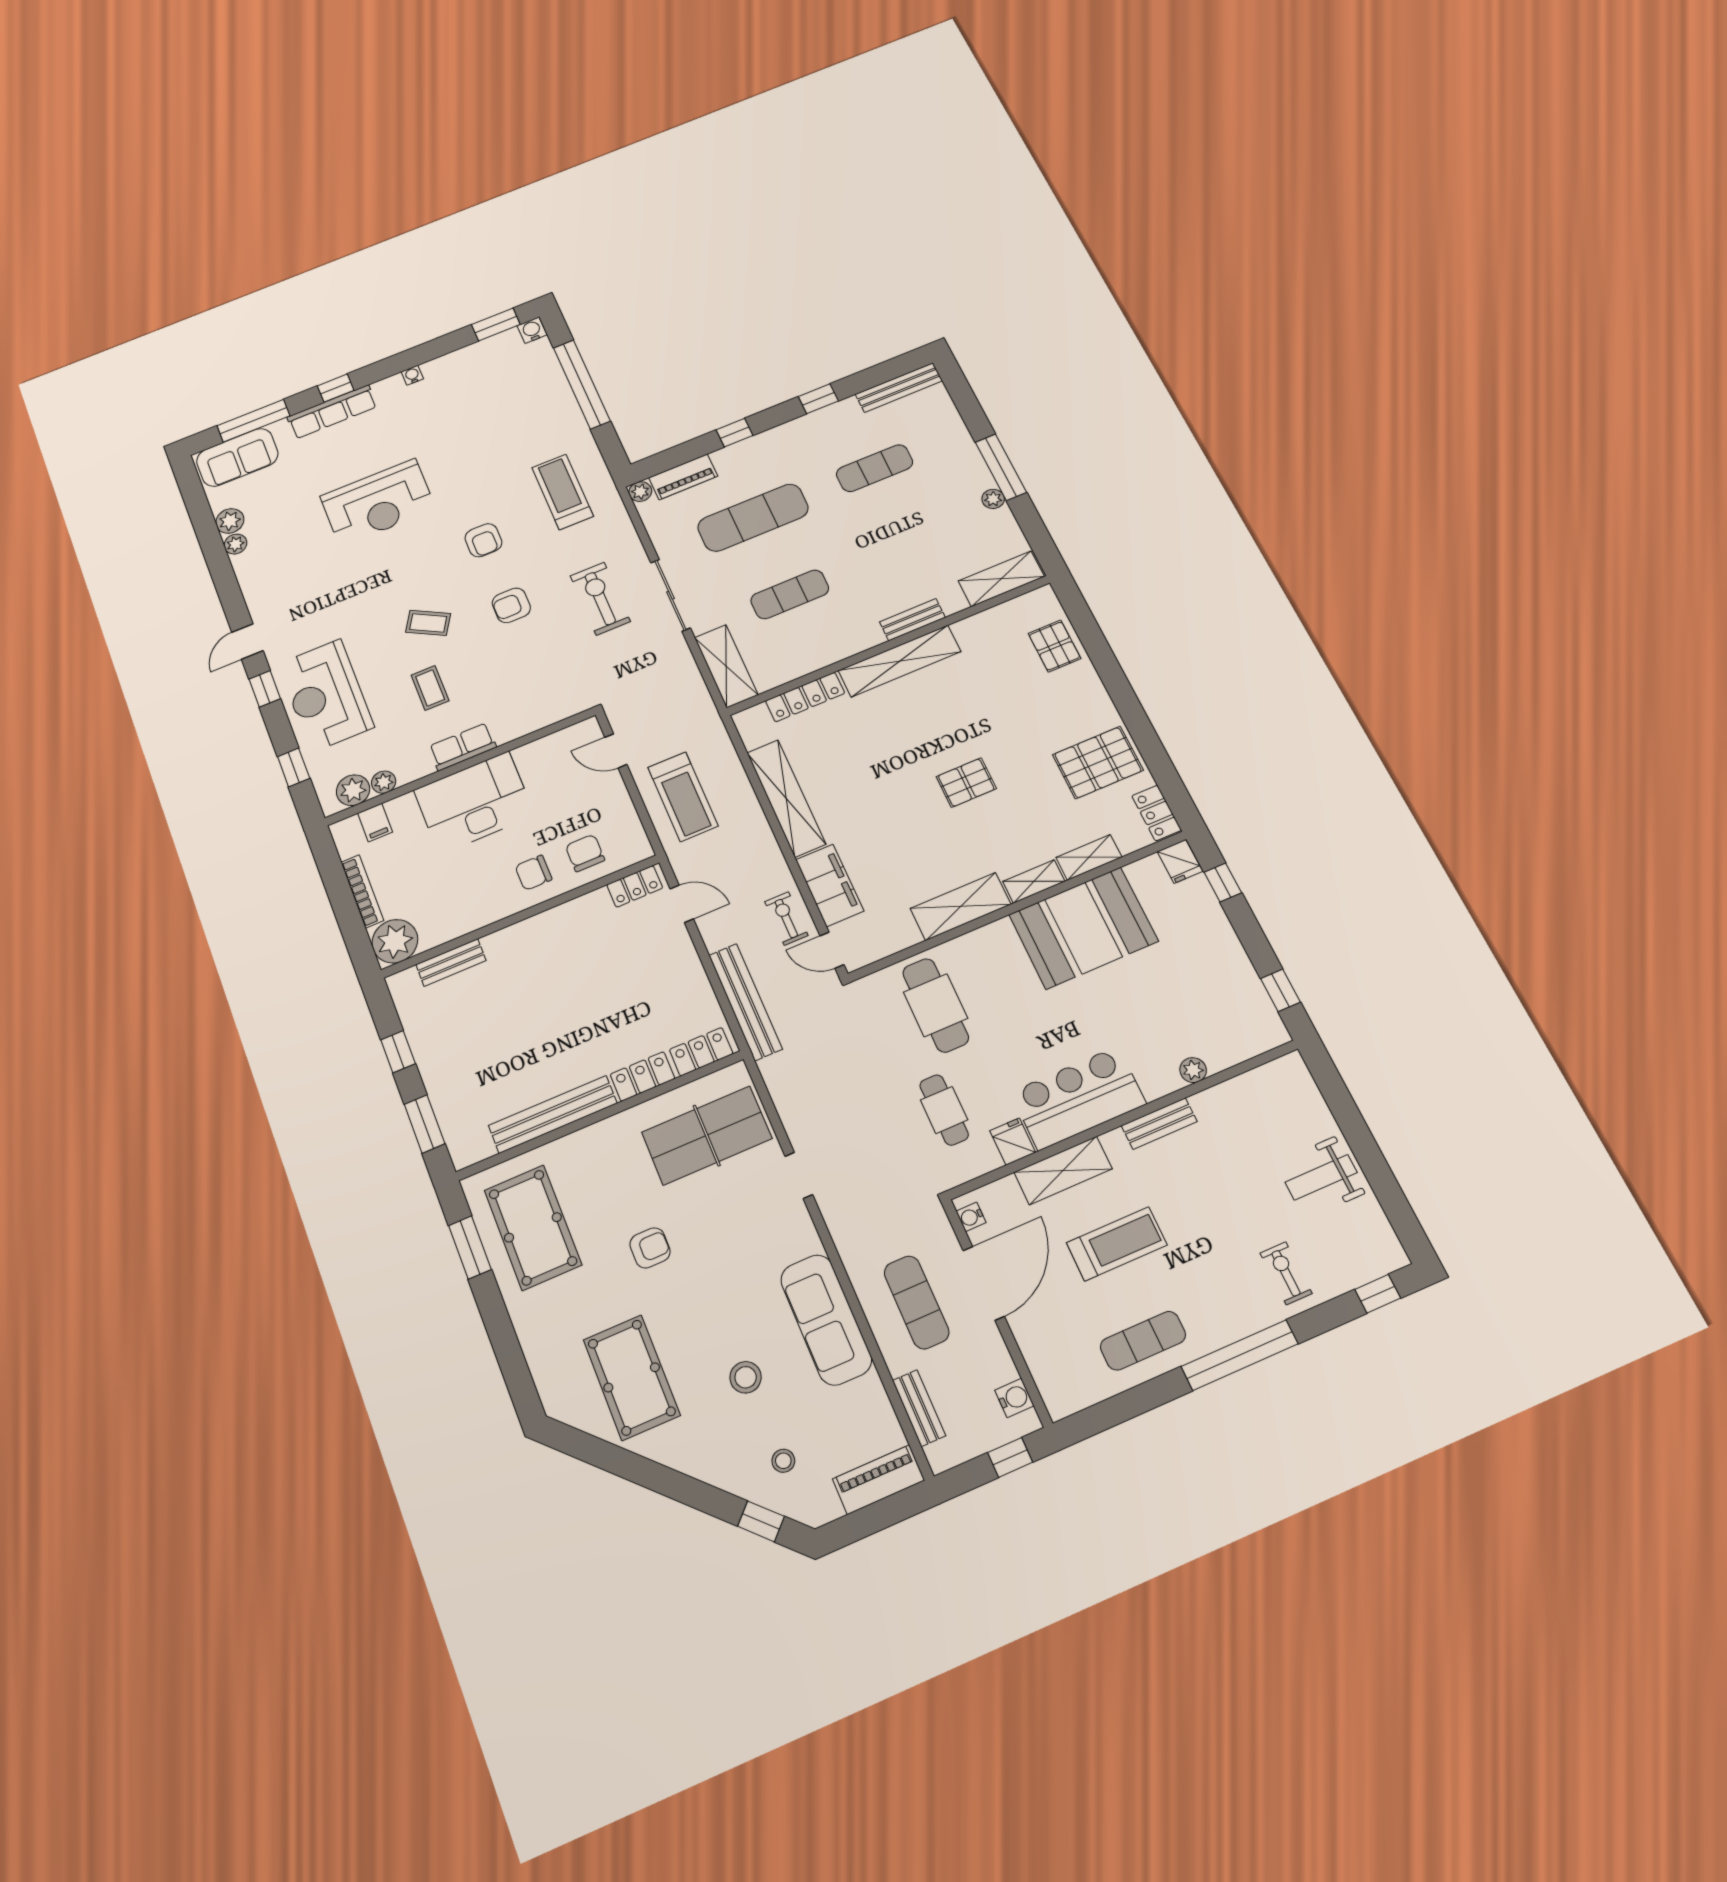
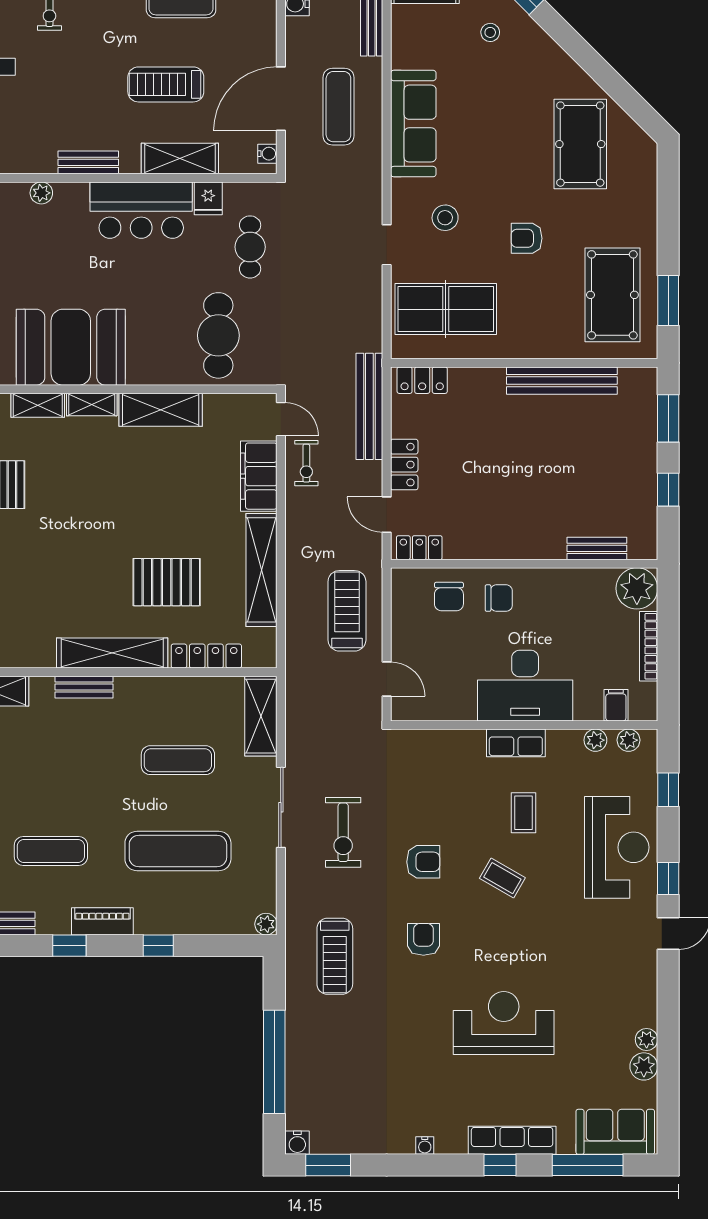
piano: (683, 477) -> (102, 921), moved
pallet: (966, 783) -> (167, 582), moved, width x1.50, depth x1.42
plant: (353, 790) -> (628, 740), width x0.73, depth x0.73
locker: (642, 1076) -> (404, 465), moved, turned -90
stool: (746, 1377) -> (445, 218), moved

